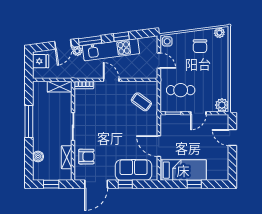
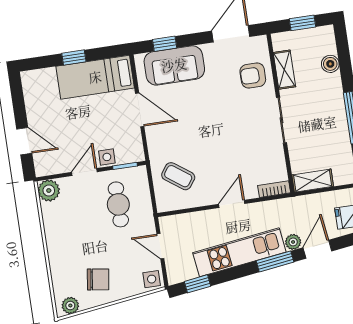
window: (121, 37) -> (197, 284), moved
chair: (200, 46) -> (98, 279), turned 98
door: (111, 80) -> (232, 204), swing flipped
cafe table: (181, 90) -> (118, 204), turned 90
side table: (183, 120) -> (107, 157), added
window: (125, 184) -> (165, 44), moved

